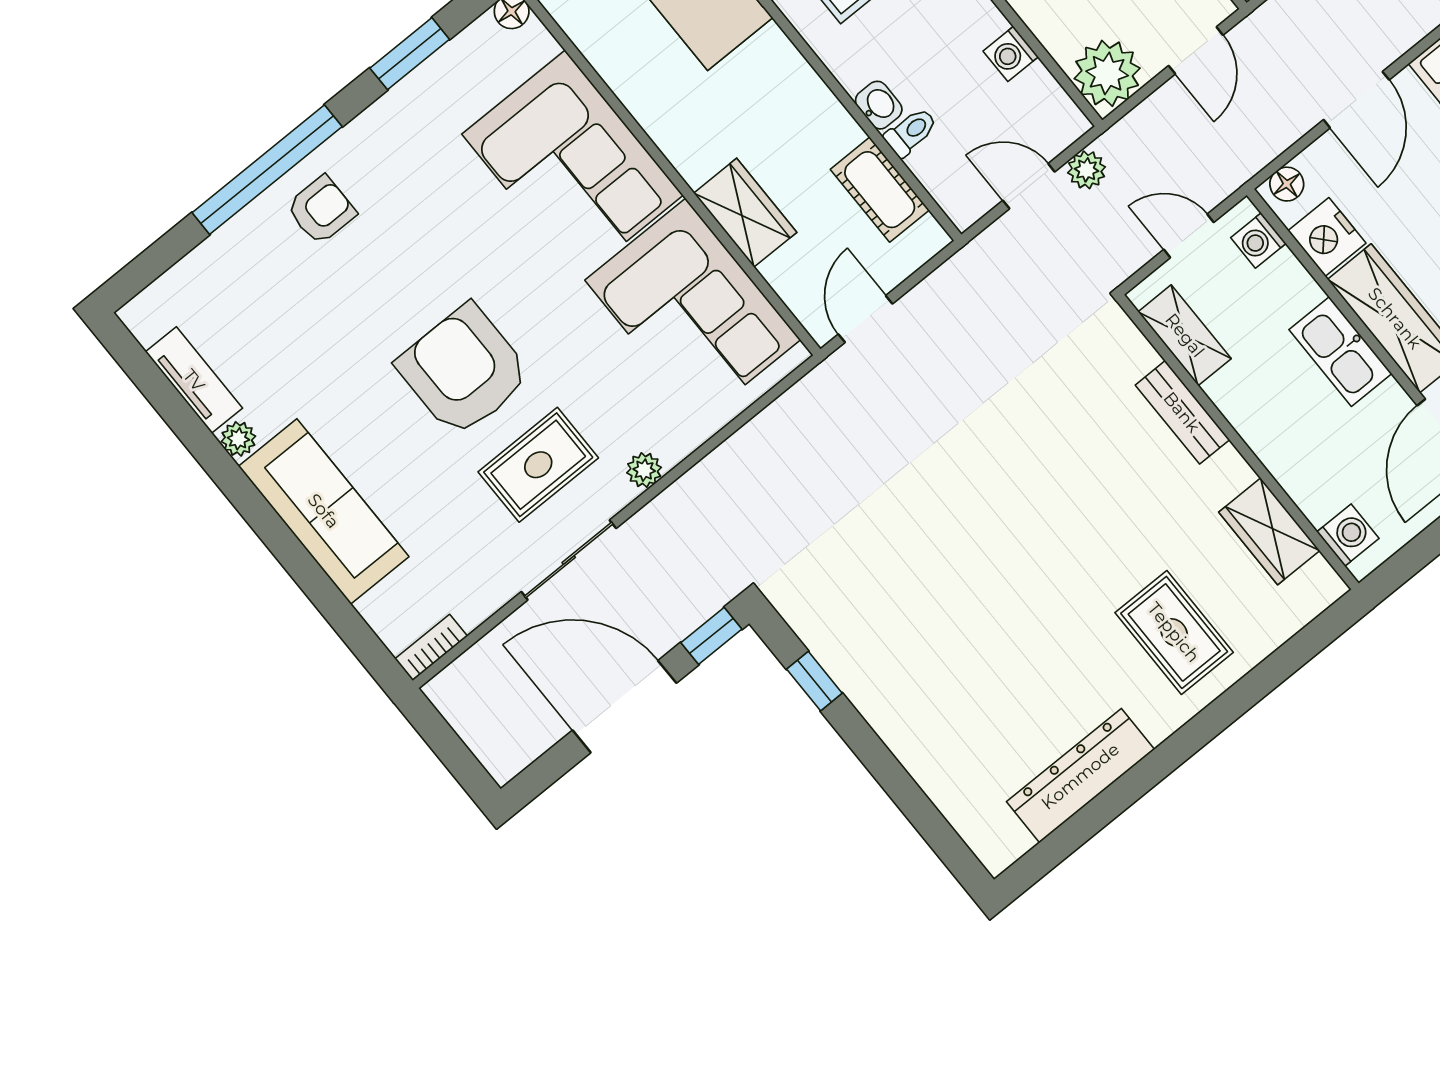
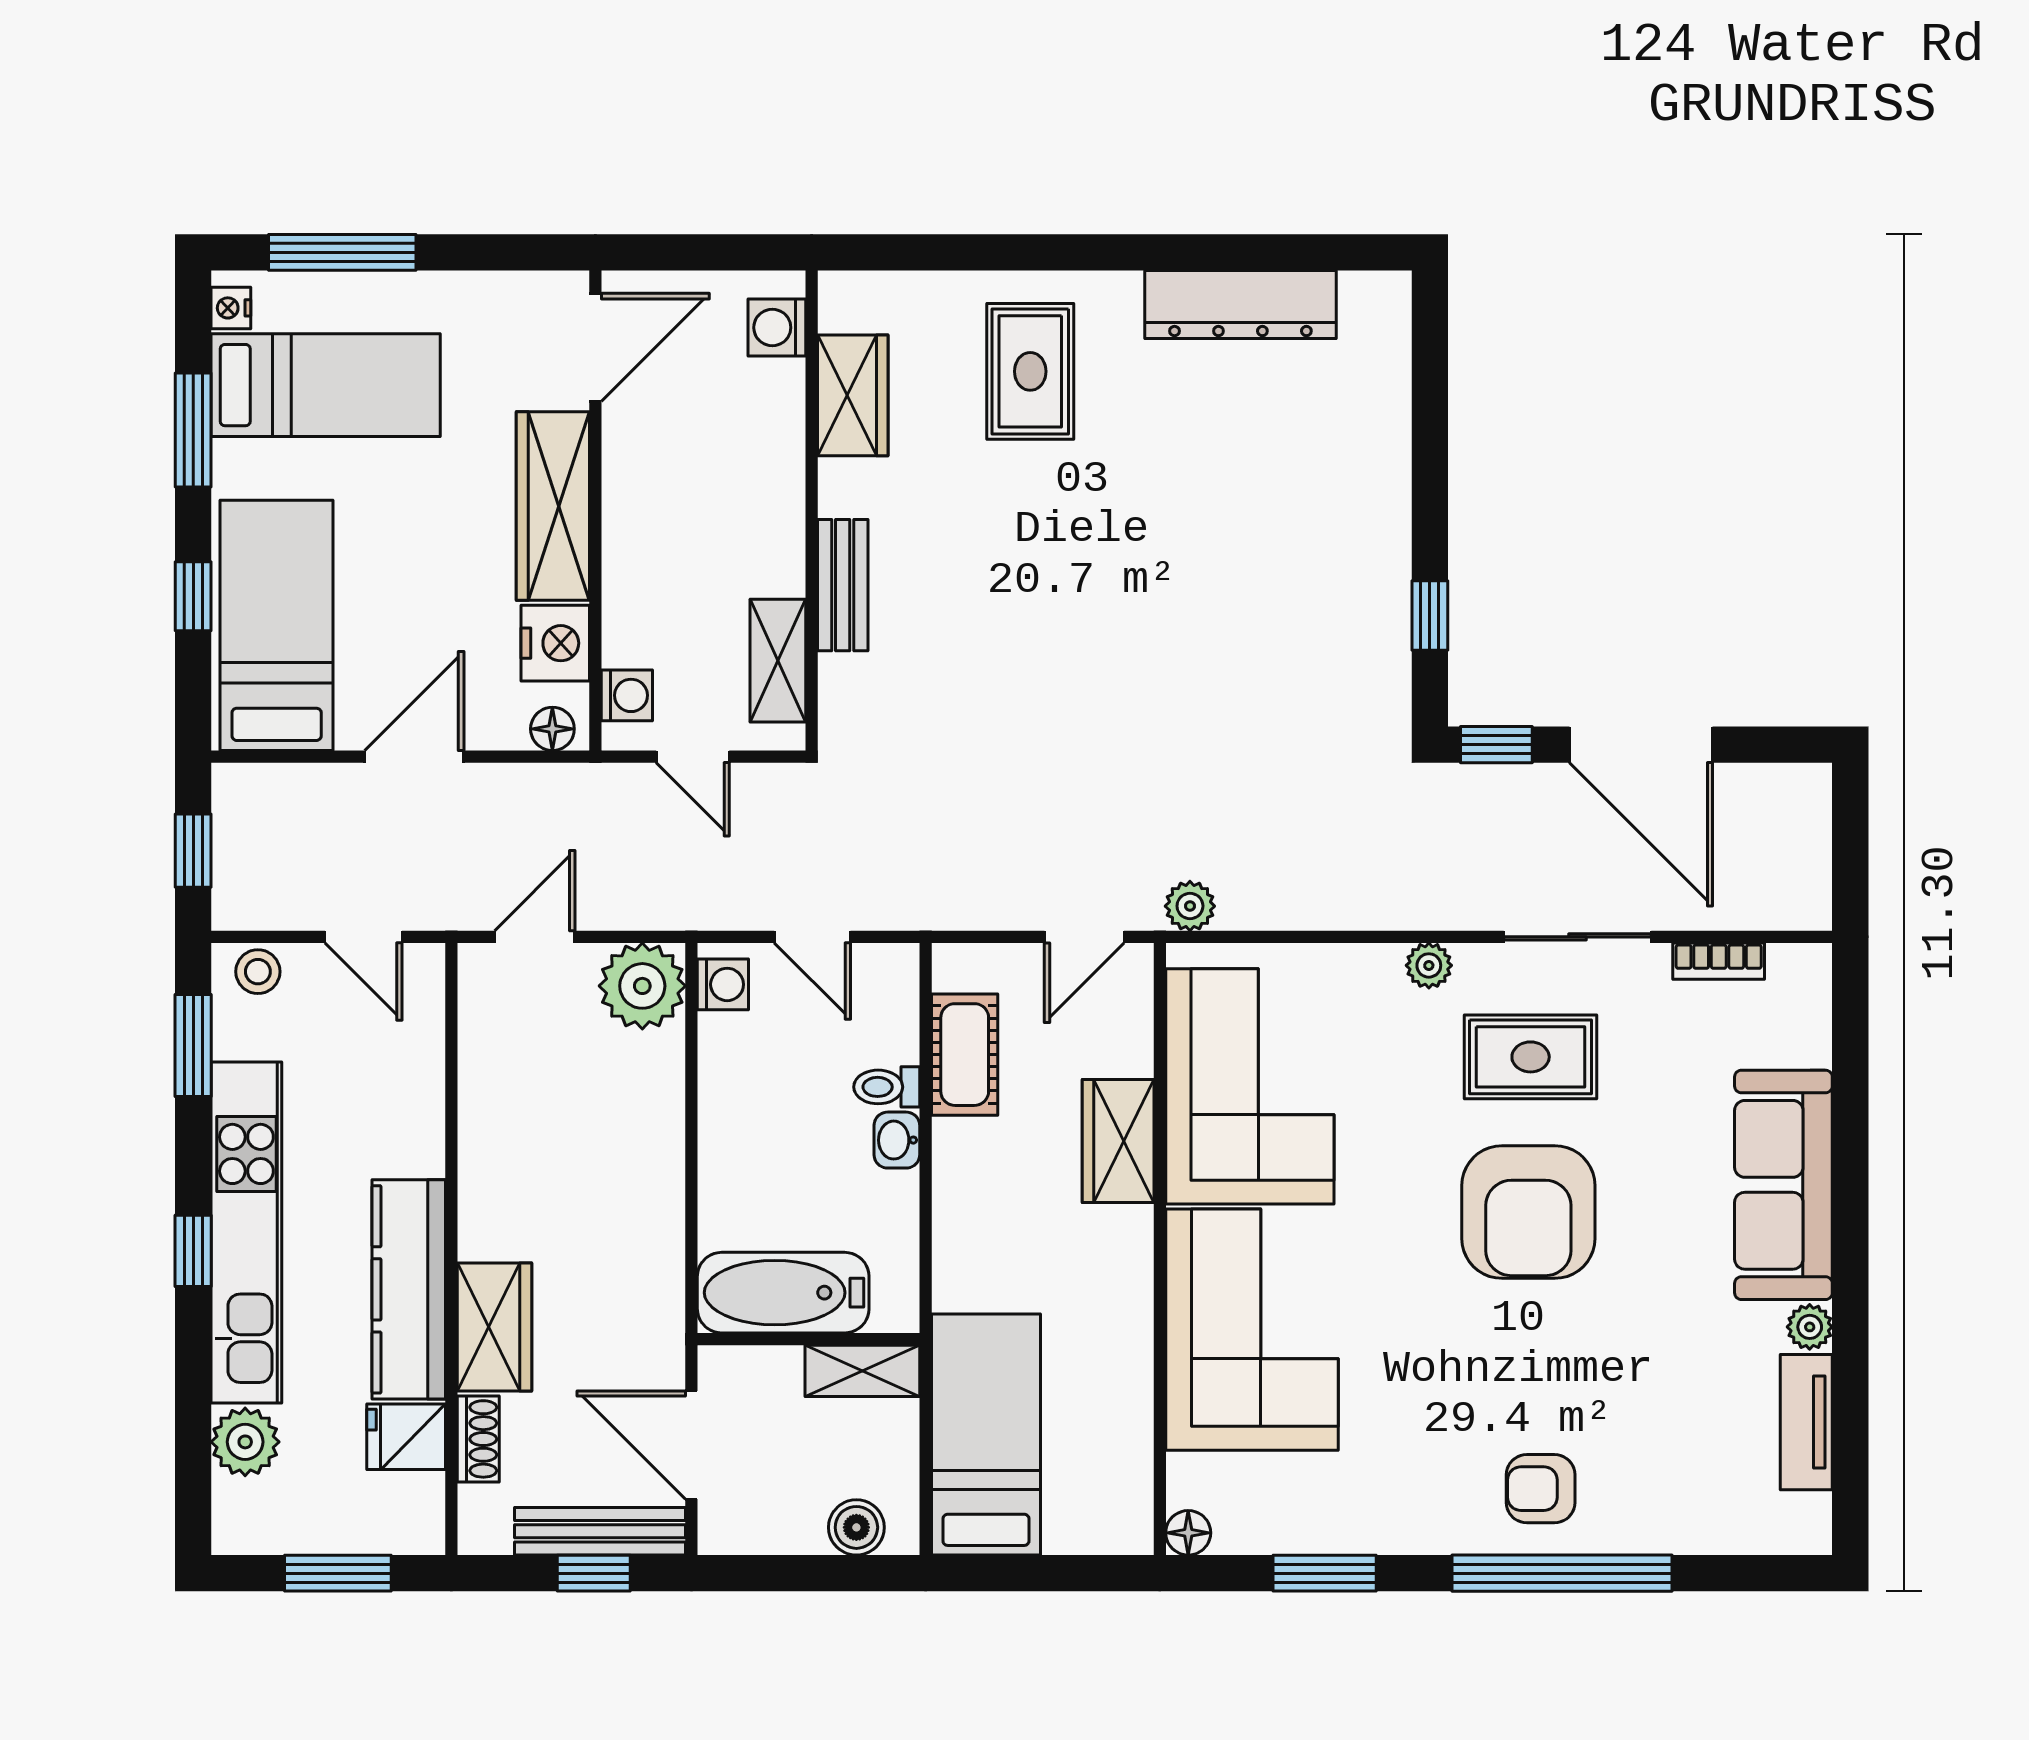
washing machine: (1011, 54) -> (723, 984), moved
plant: (1087, 170) -> (1190, 906), moved
kitchen sink: (1340, 352) -> (635, 517), removed
bookcase: (431, 648) -> (1719, 961), moved

